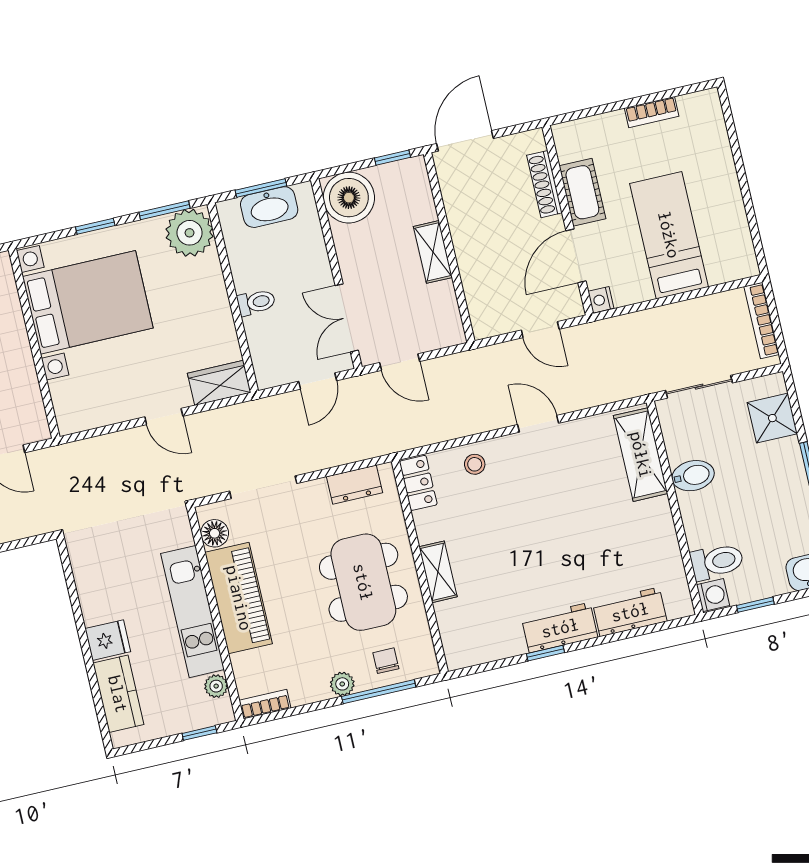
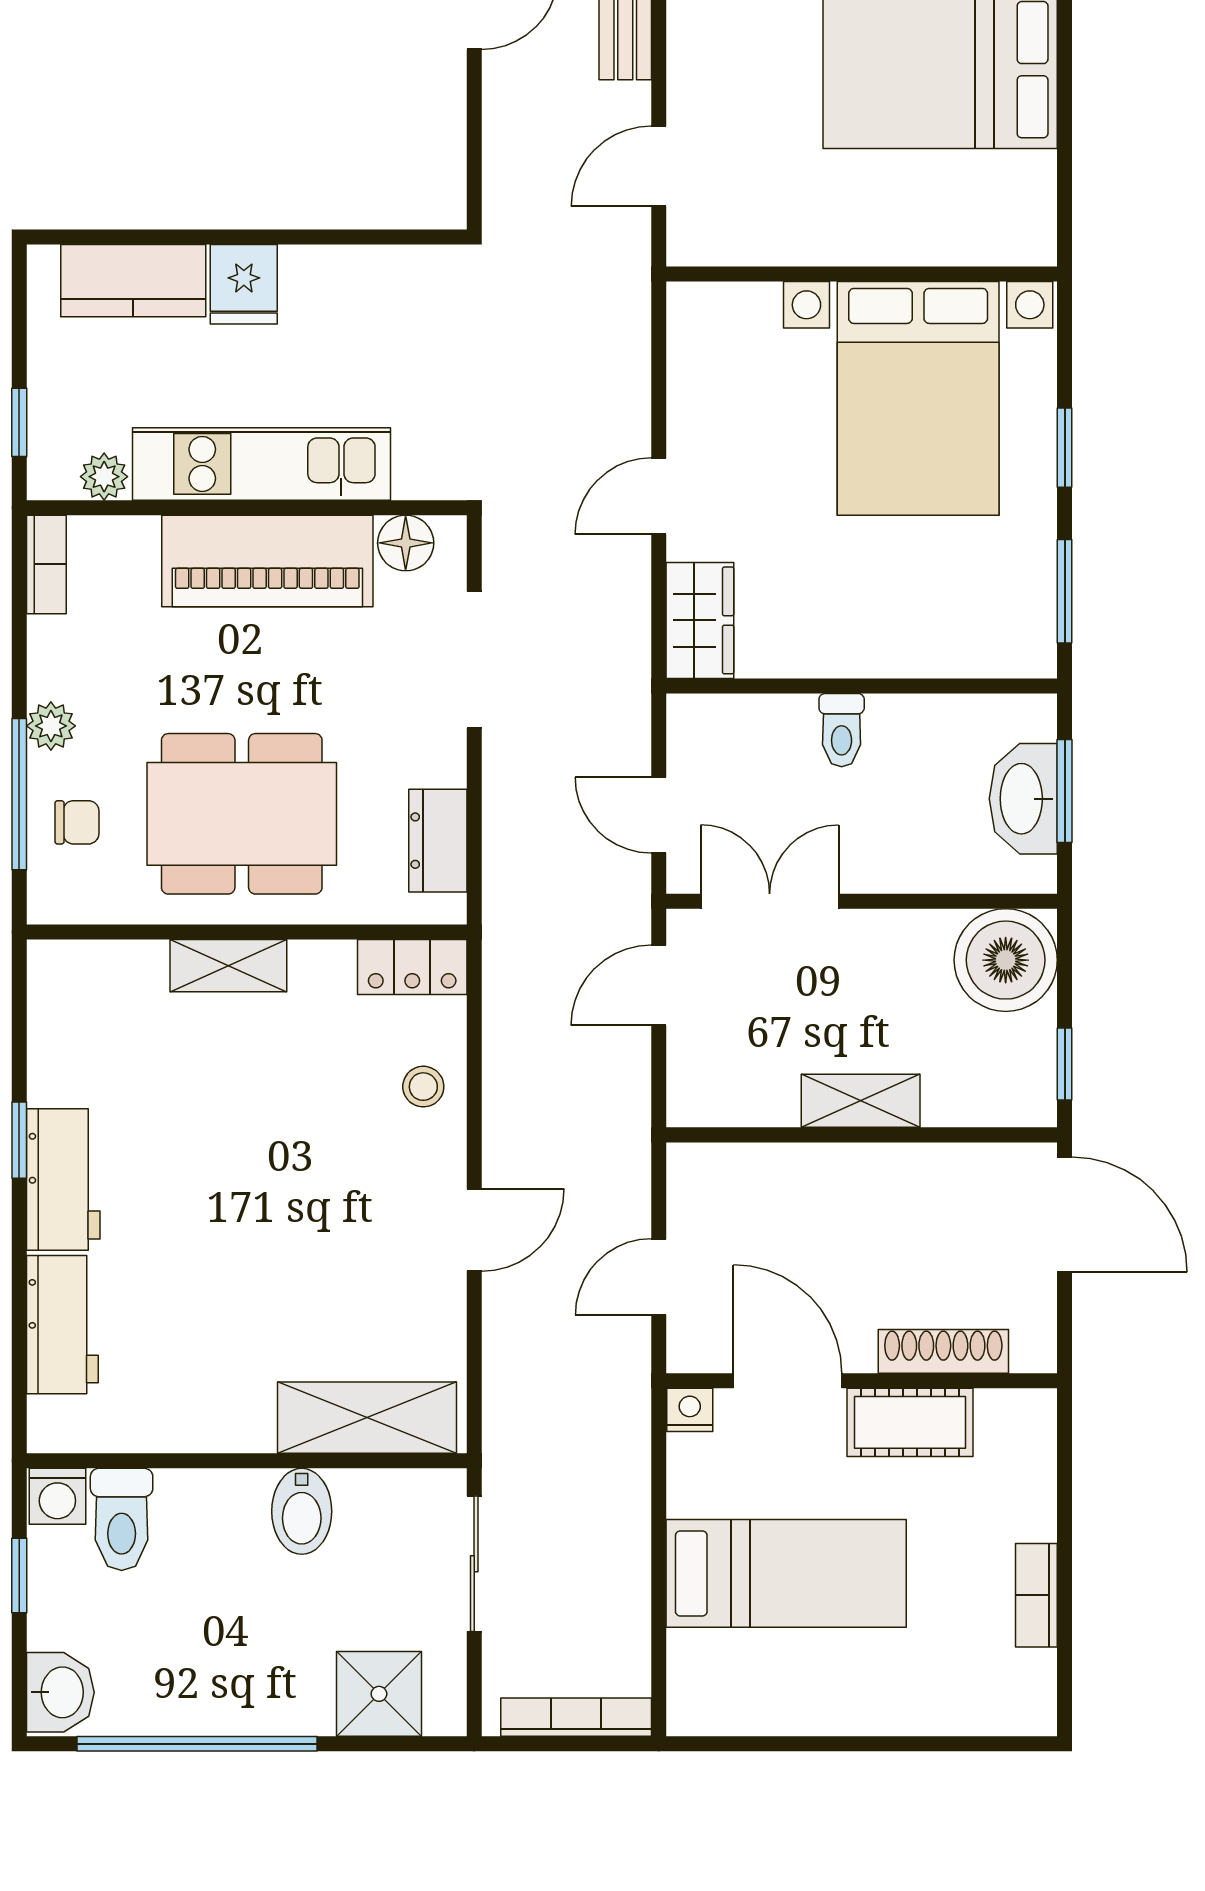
plant: (190, 233) -> (1009, 630), removed

